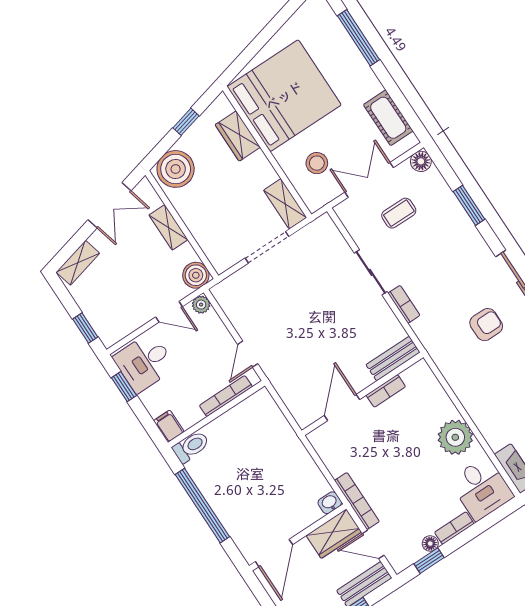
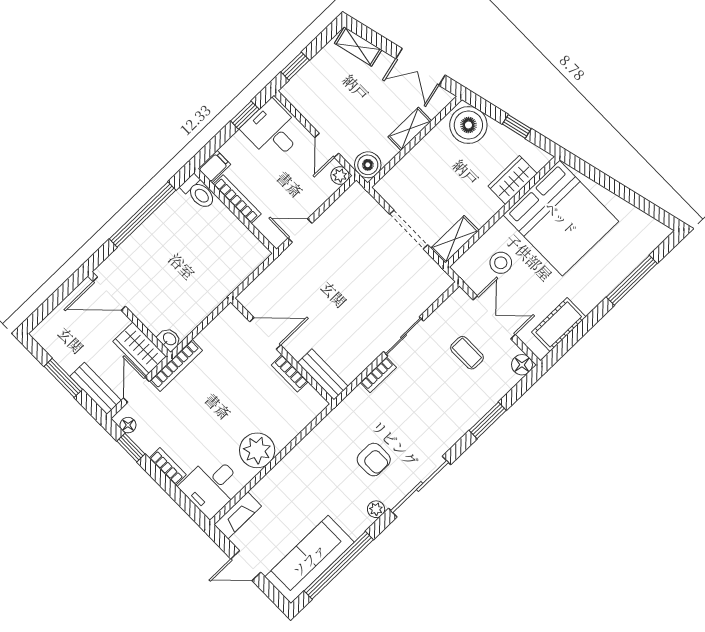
bookcase: (226, 396) -> (237, 199), moved
floor lamp: (430, 544) -> (128, 425), moved

